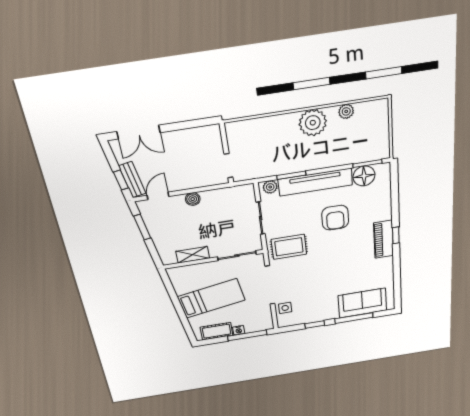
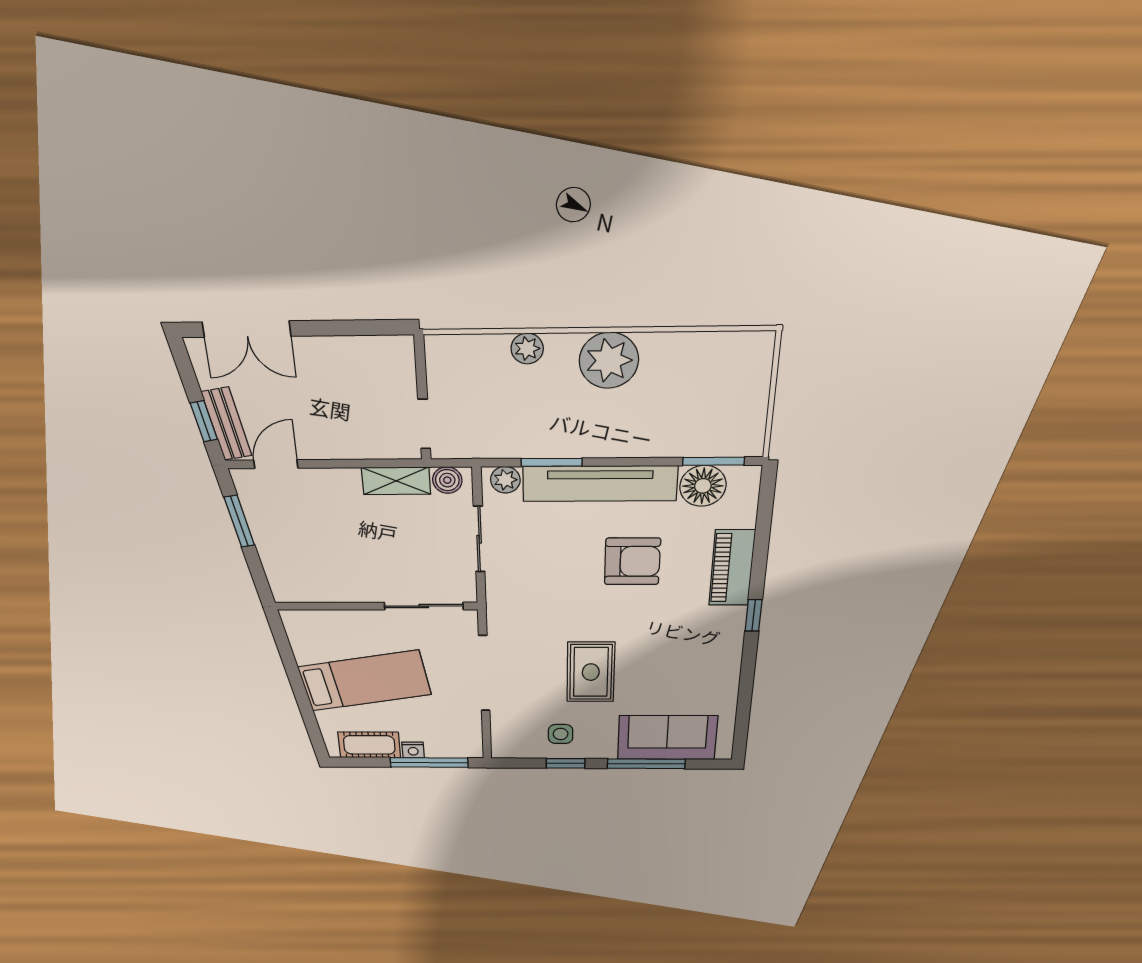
plant: (346, 111) -> (527, 349), moved
boiler: (193, 199) -> (447, 480), moved
armchair: (335, 218) -> (632, 561), turned -90
piano: (384, 239) -> (732, 568), moved
rug: (289, 247) -> (591, 672), moved, turned 90
shelving: (193, 255) -> (396, 481), moved
side table: (285, 308) -> (561, 734), moved

